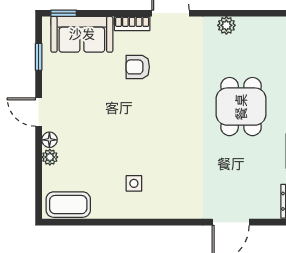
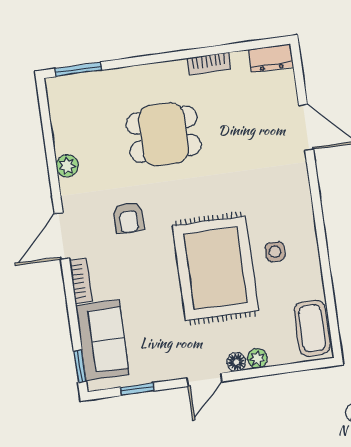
armchair: (138, 67) -> (128, 218), moved
rug: (127, 133) -> (215, 268), added

